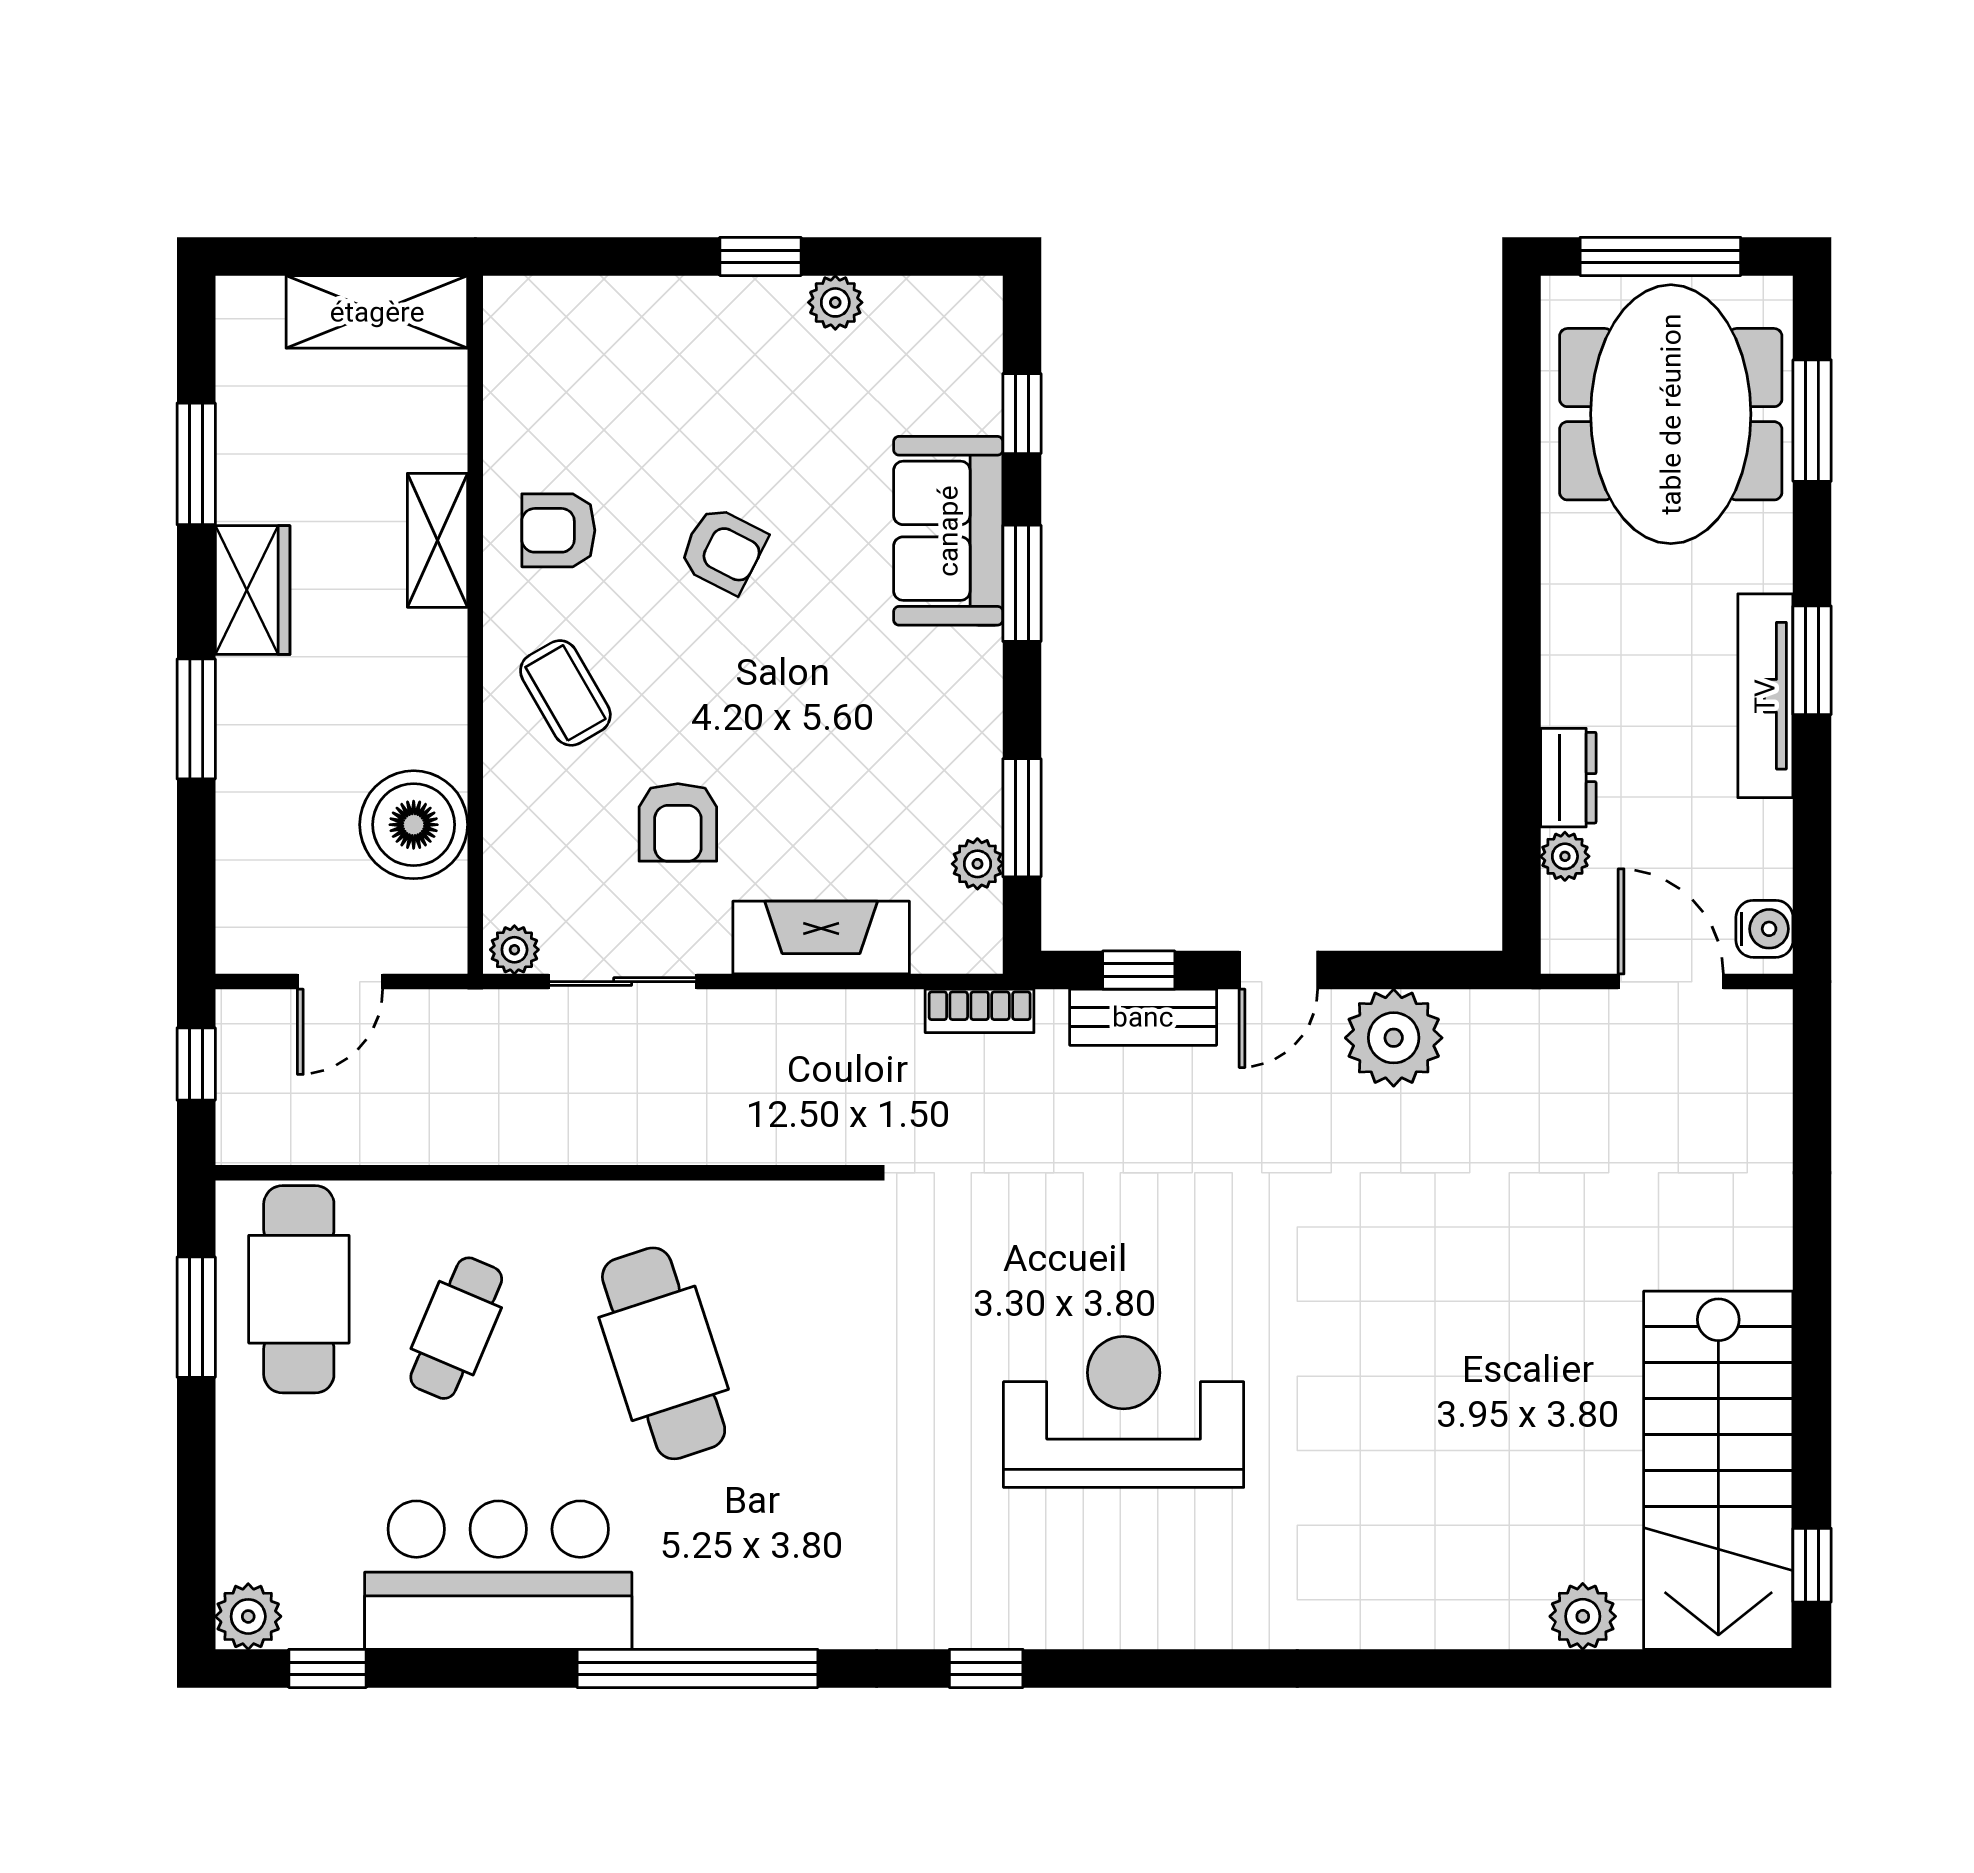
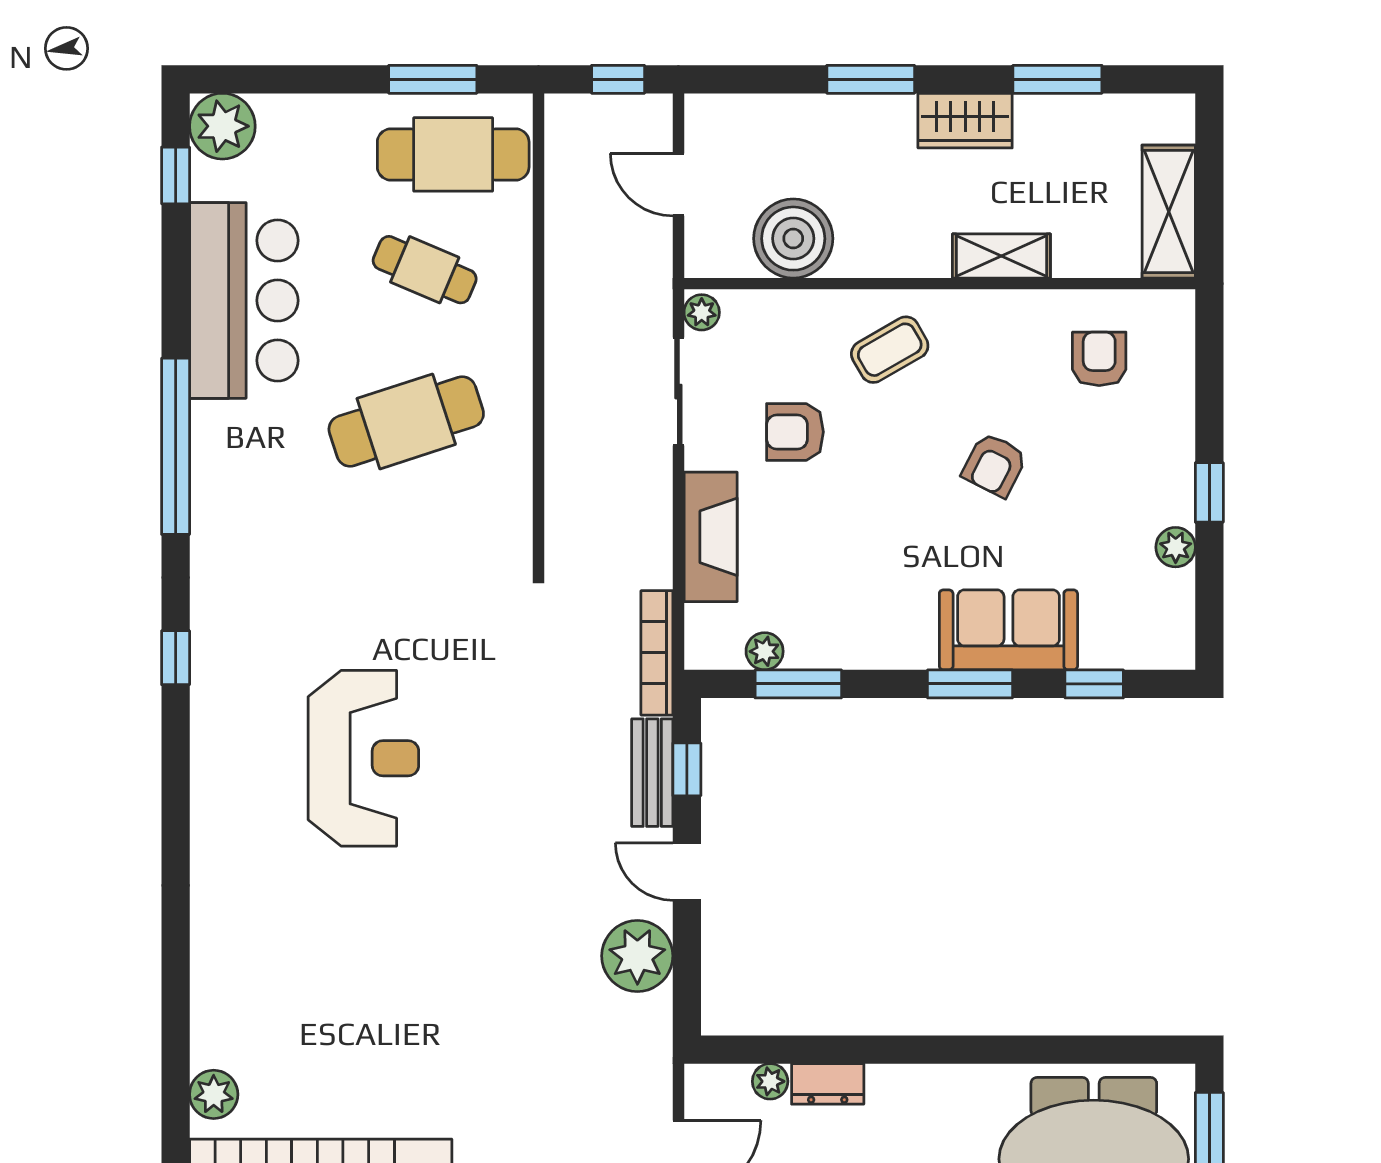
armchair: (558, 530) -> (1099, 359), moved
bookcase: (980, 1011) -> (657, 653), width x1.56
plant: (248, 1616) -> (222, 126), width x1.36, depth x1.36

